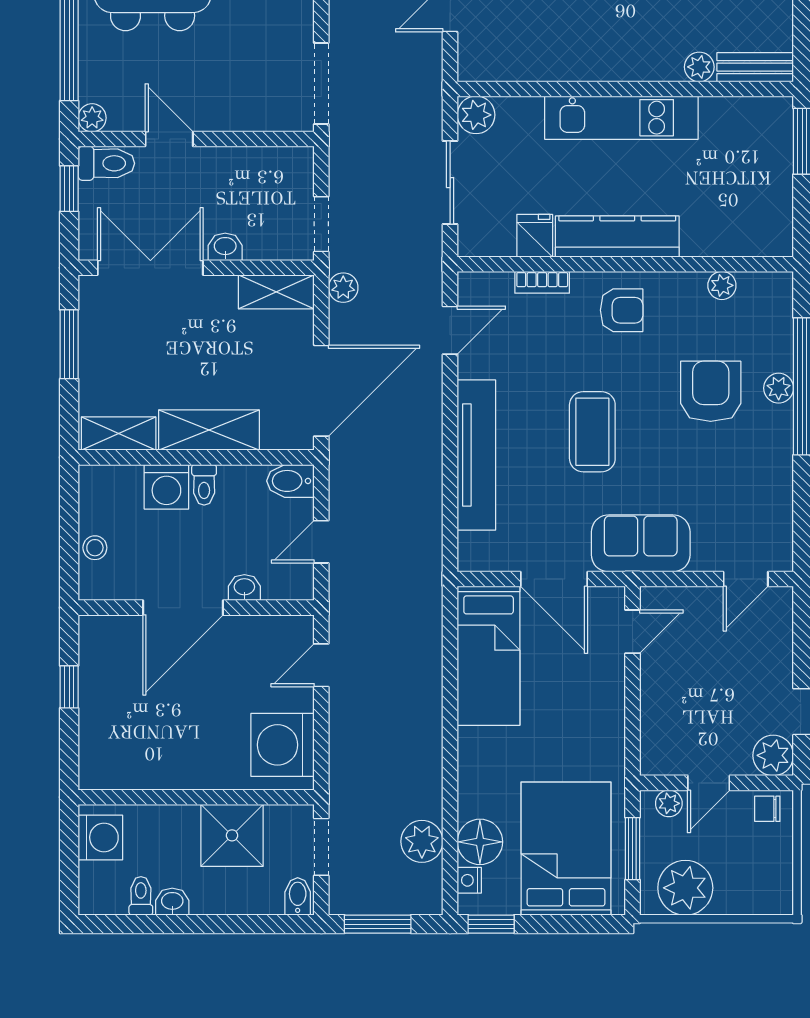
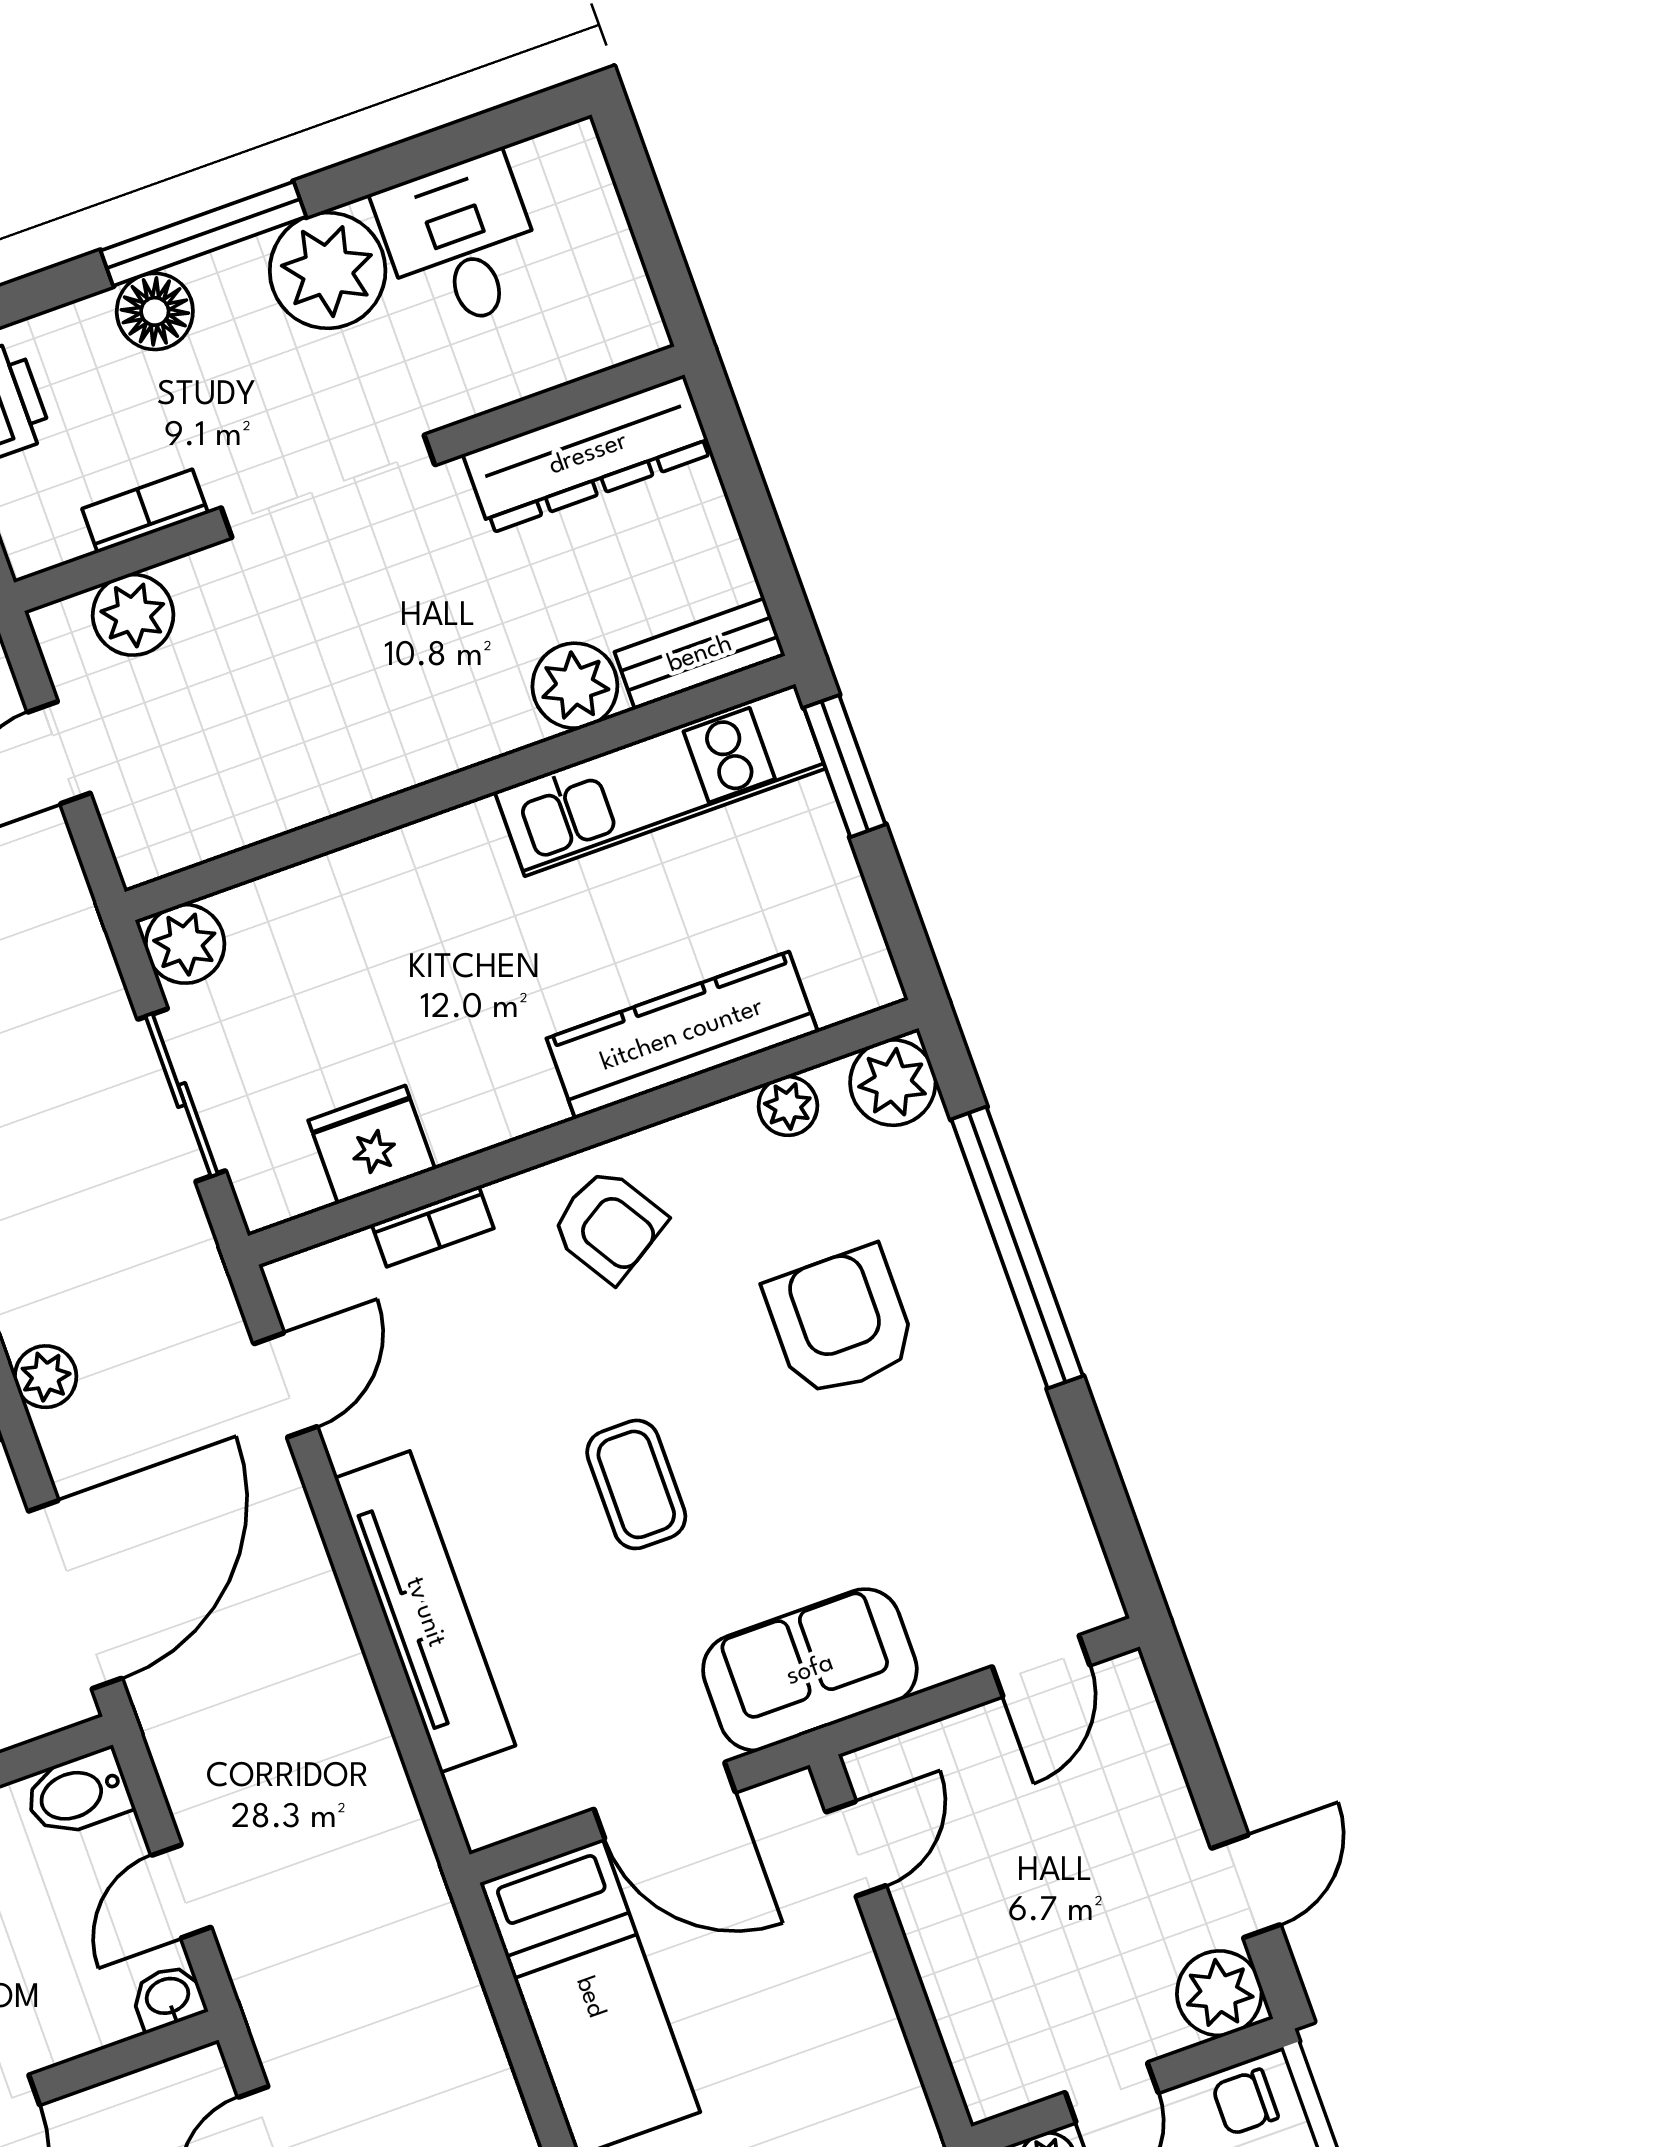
plant: (699, 67) -> (575, 686), width x1.38, depth x1.38
kitchen unit: (621, 118) -> (660, 780), moved
fridge: (535, 236) -> (372, 1145), width x1.38
kitchen counter: (617, 236) -> (682, 1035), moved
armchair: (622, 310) -> (608, 1225), turned 58
plant: (779, 388) -> (893, 1083), moved, width x1.38, depth x1.38
coffee table: (592, 432) -> (636, 1484), width x0.73, depth x0.77
washbasin: (244, 588) -> (168, 1997), moved

